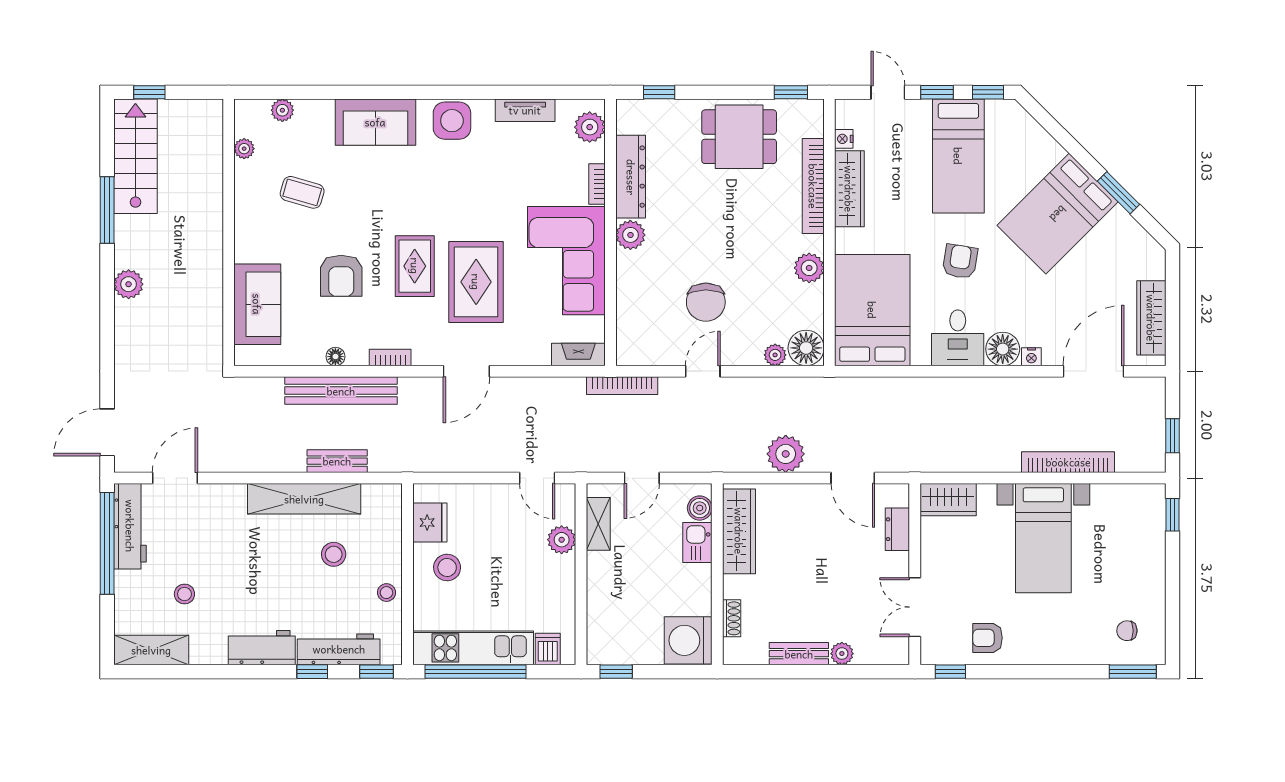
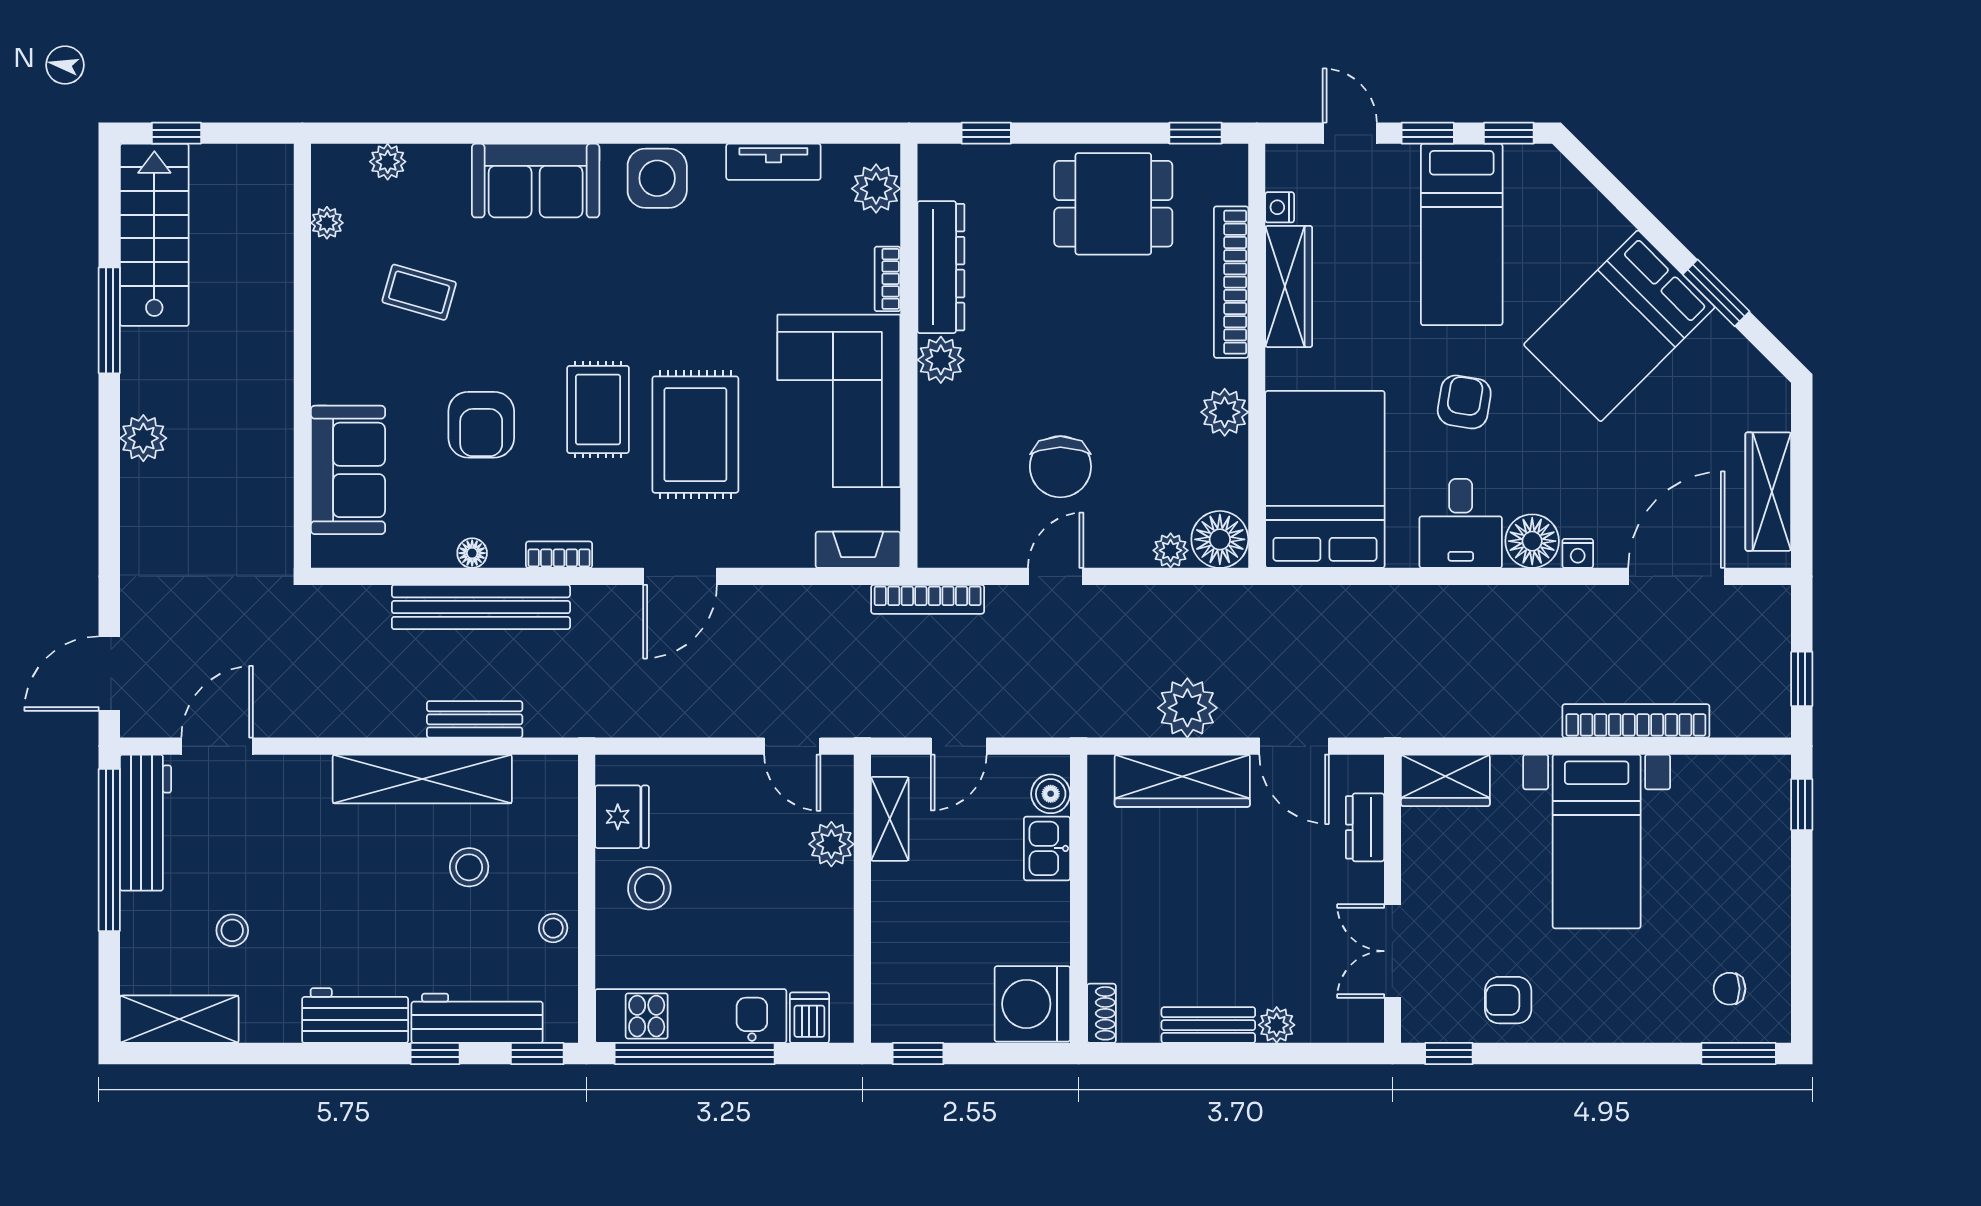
wardrobe: (739, 531) -> (1182, 781), moved, turned 90
shoe rack: (732, 618) -> (1101, 1013), moved

